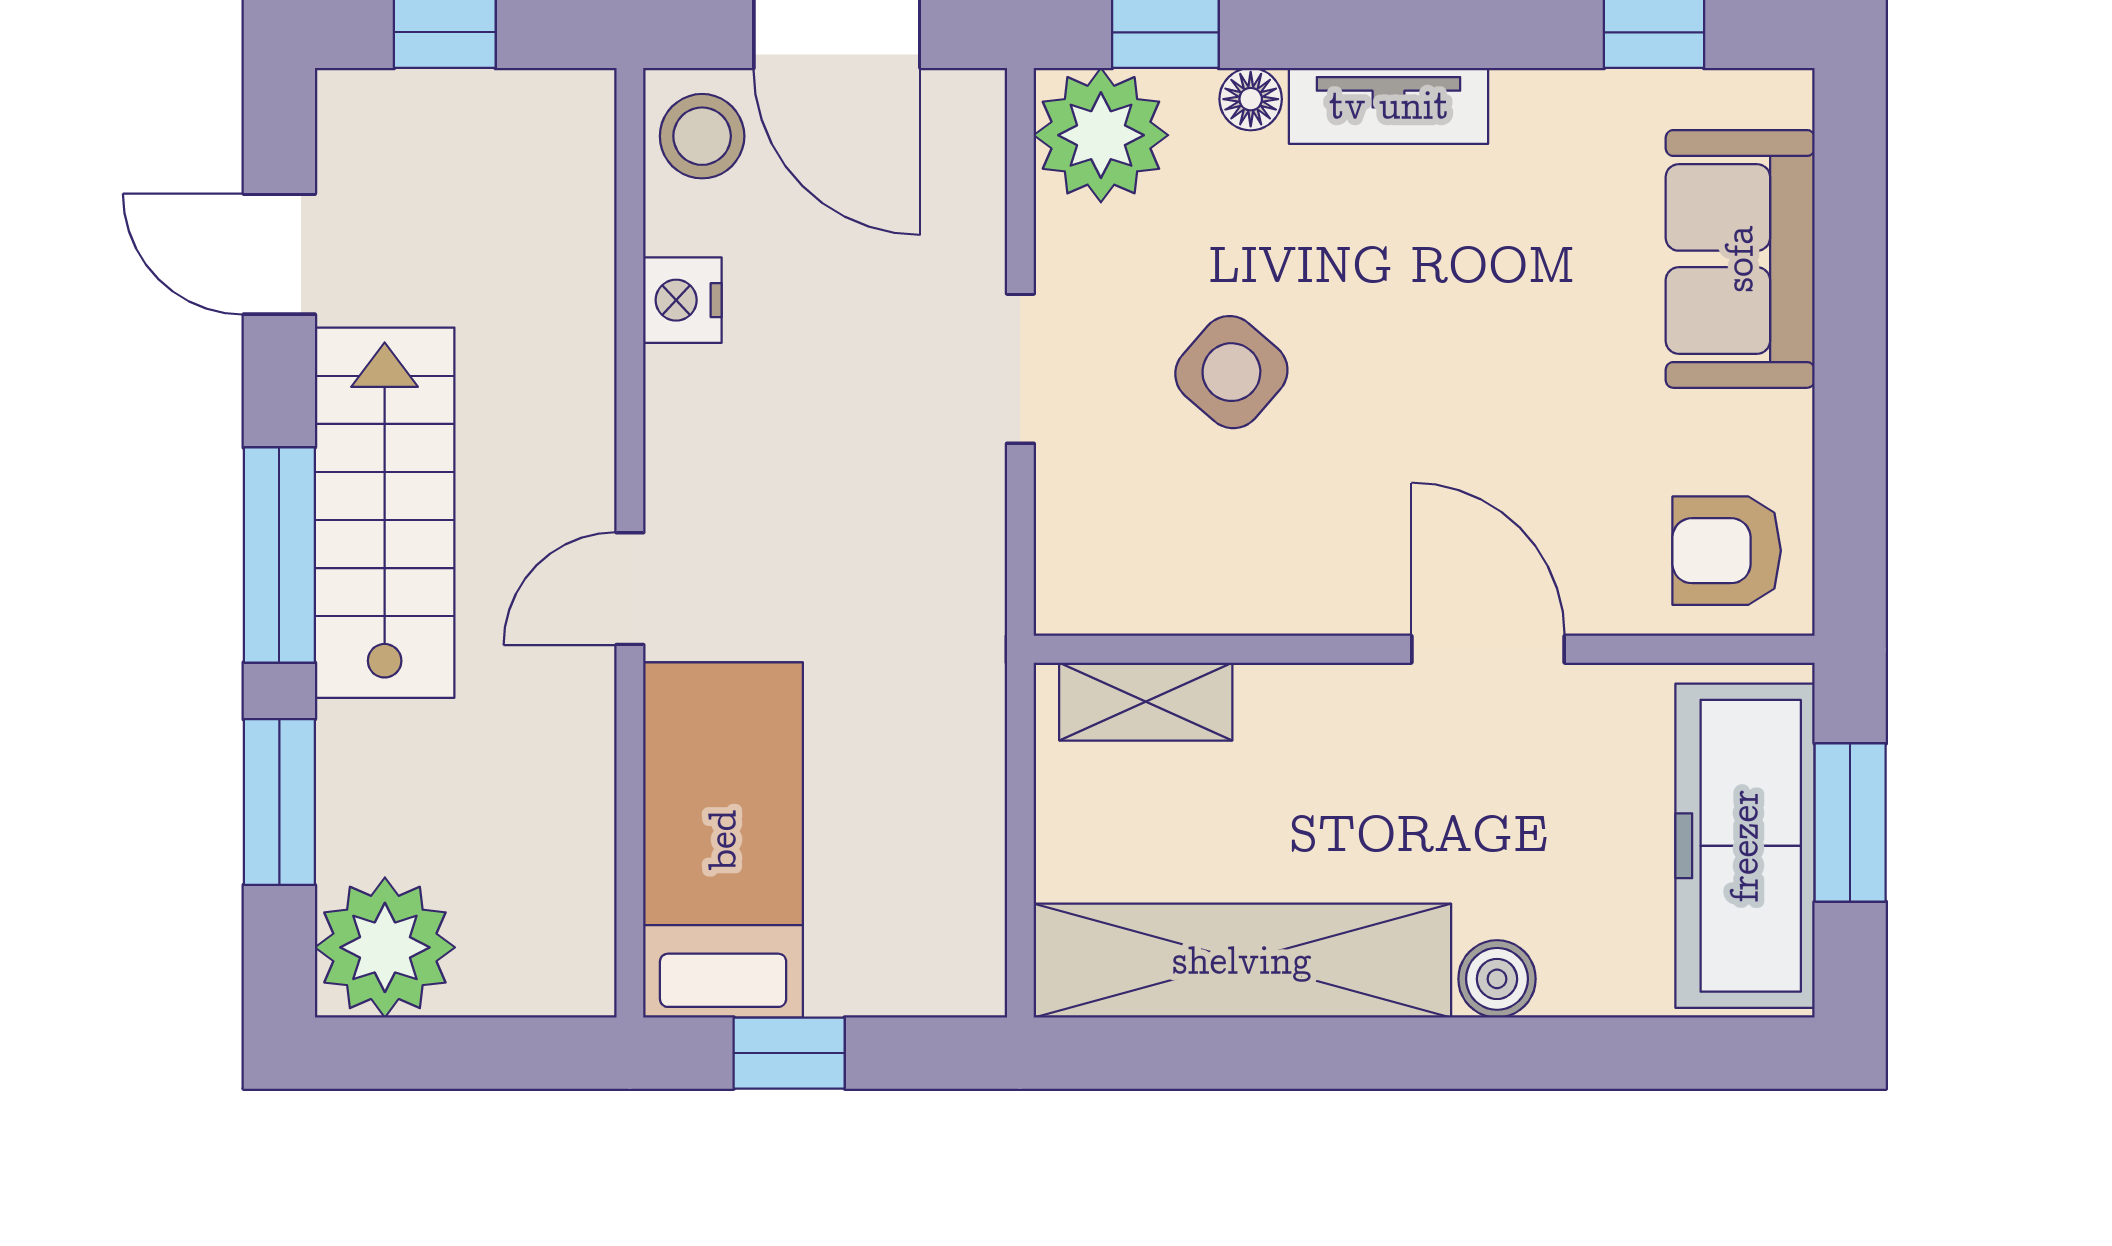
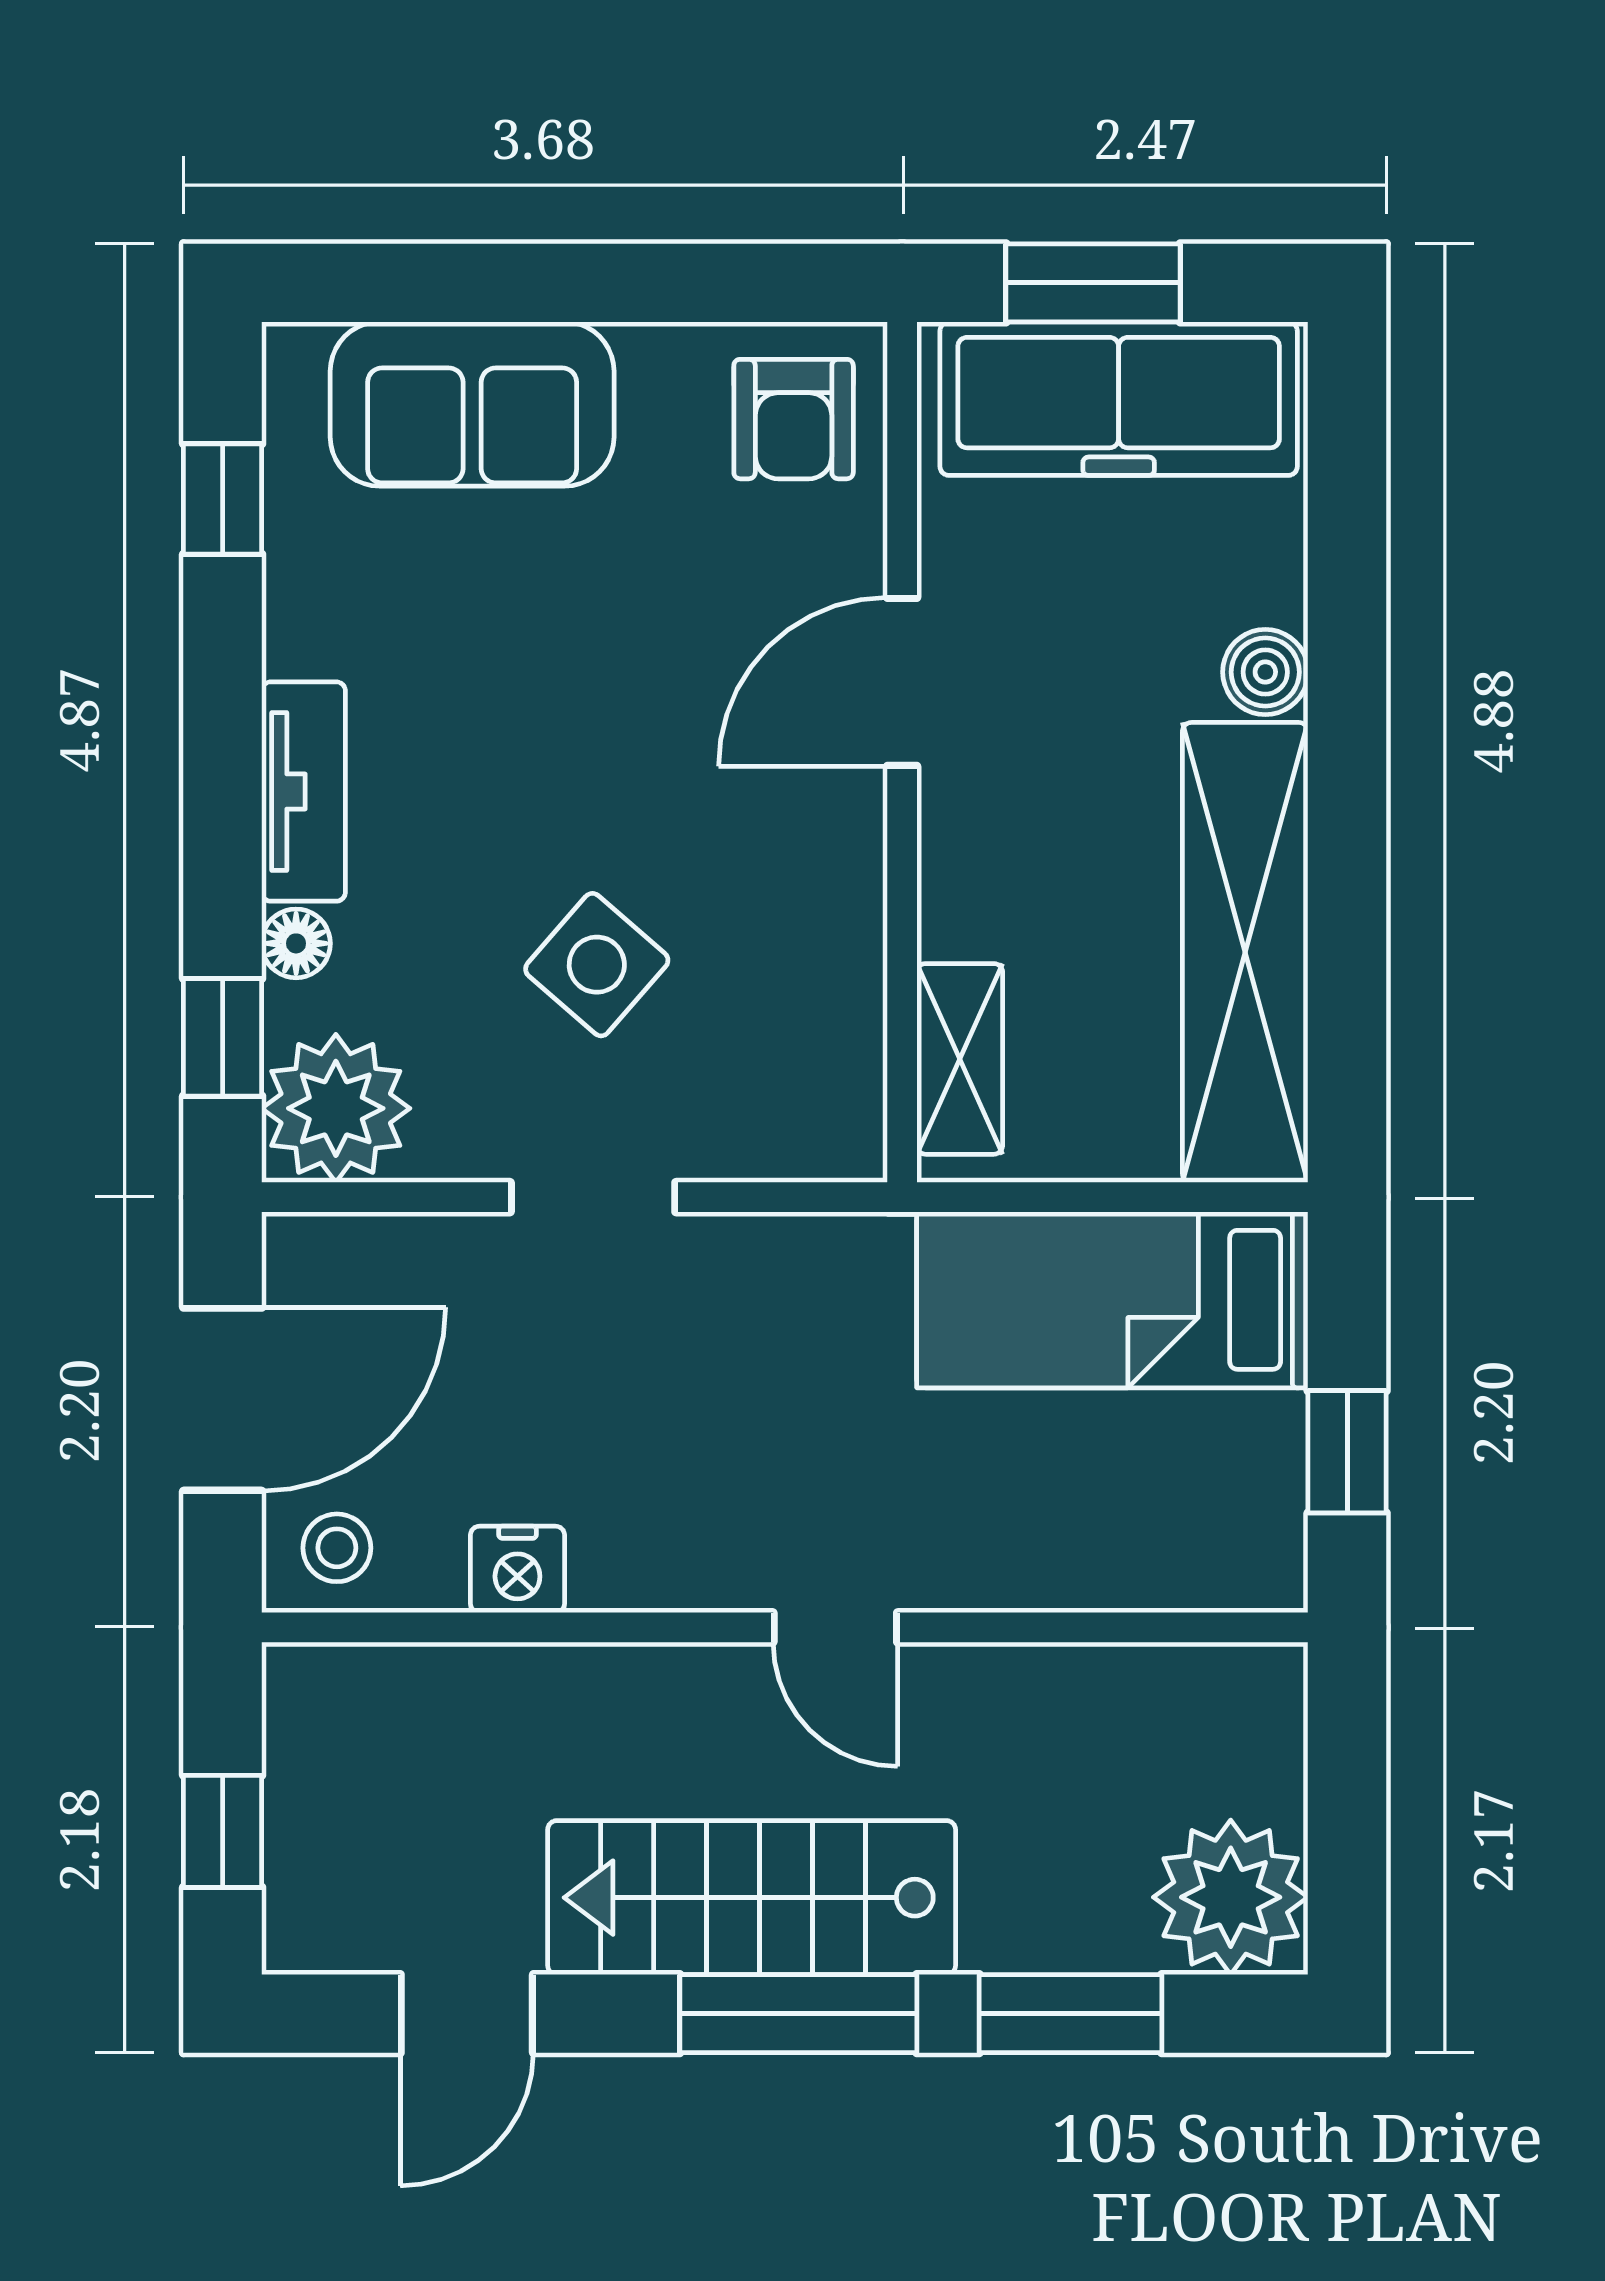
stool: (702, 136) -> (337, 1548), width x0.73, depth x0.73
bed: (723, 840) -> (1112, 1300), moved

